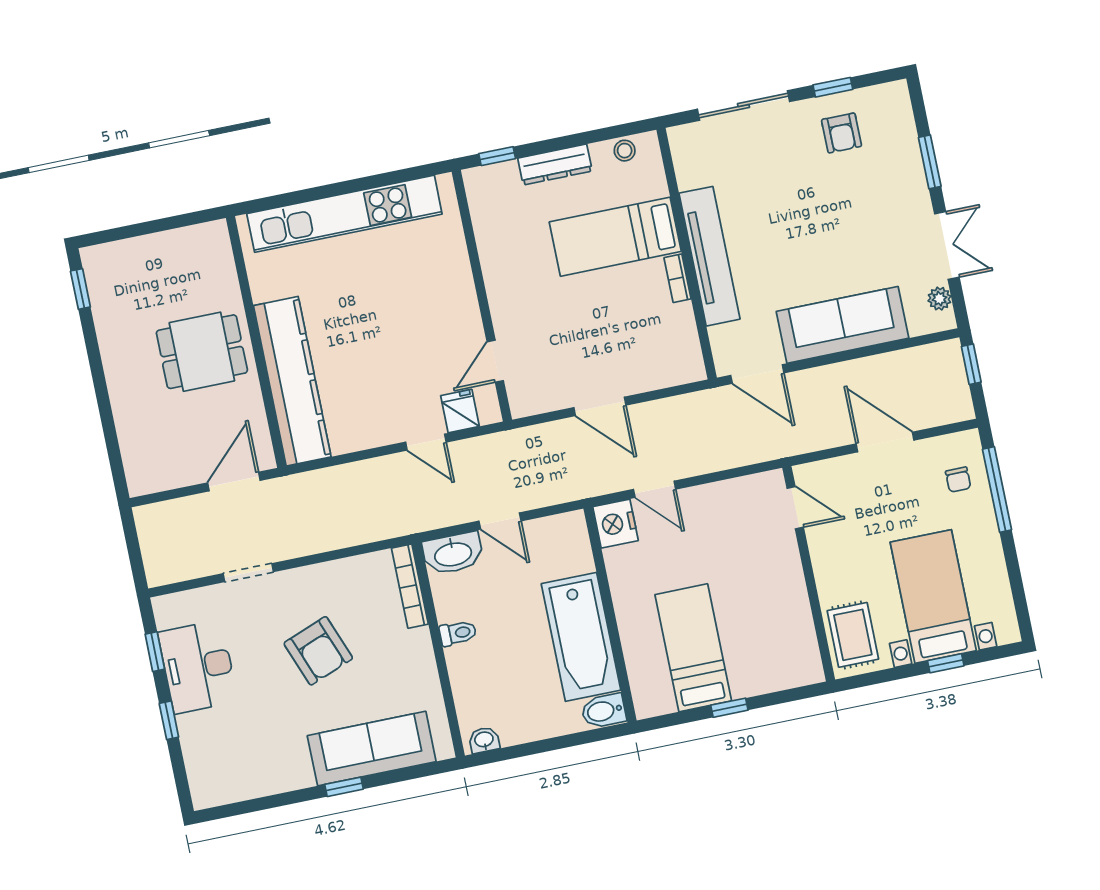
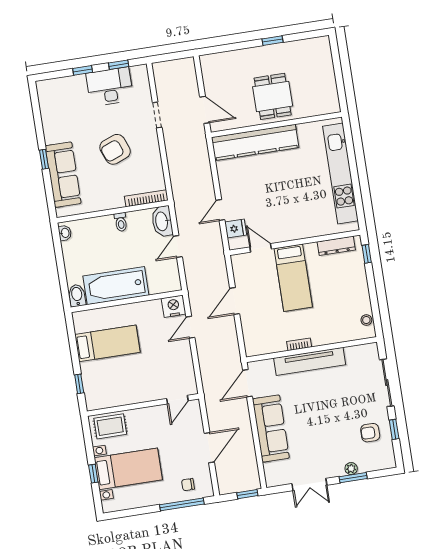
dresser: (555, 165) -> (336, 246), moved, turned -90
bed: (615, 237) -> (293, 278), moved, turned 180
window: (80, 289) -> (273, 41), moved
plant: (940, 299) -> (351, 469), moved
window: (729, 708) -> (79, 384), moved

